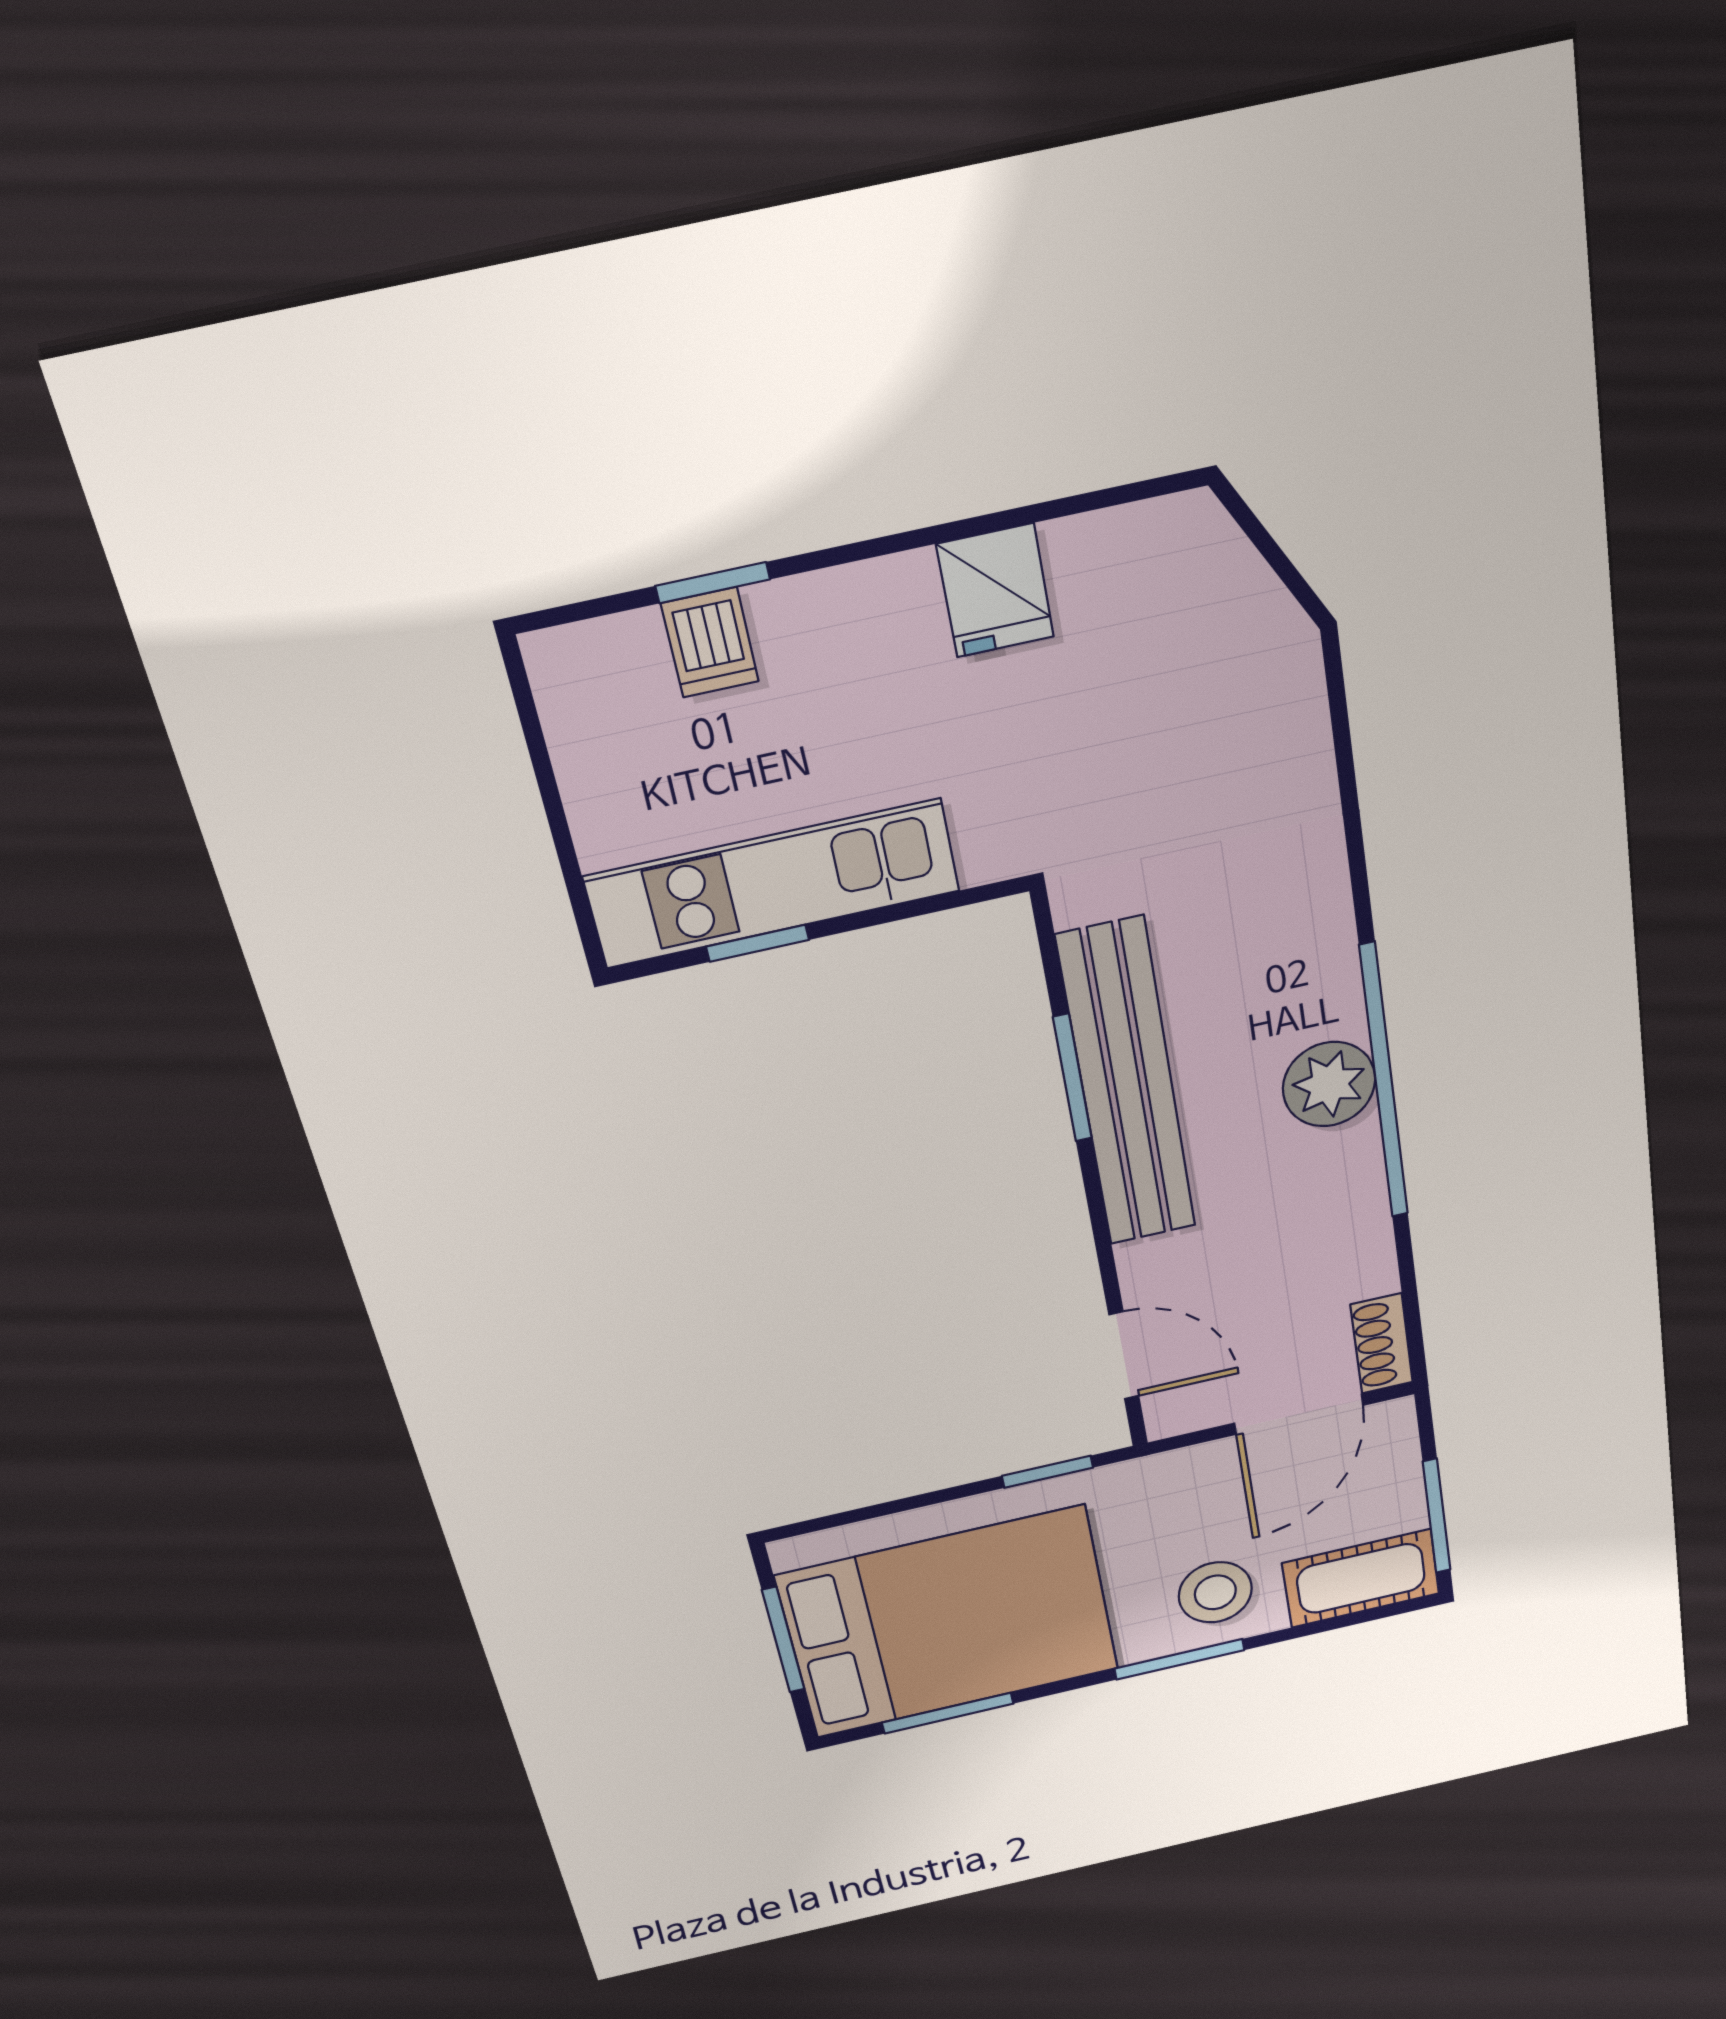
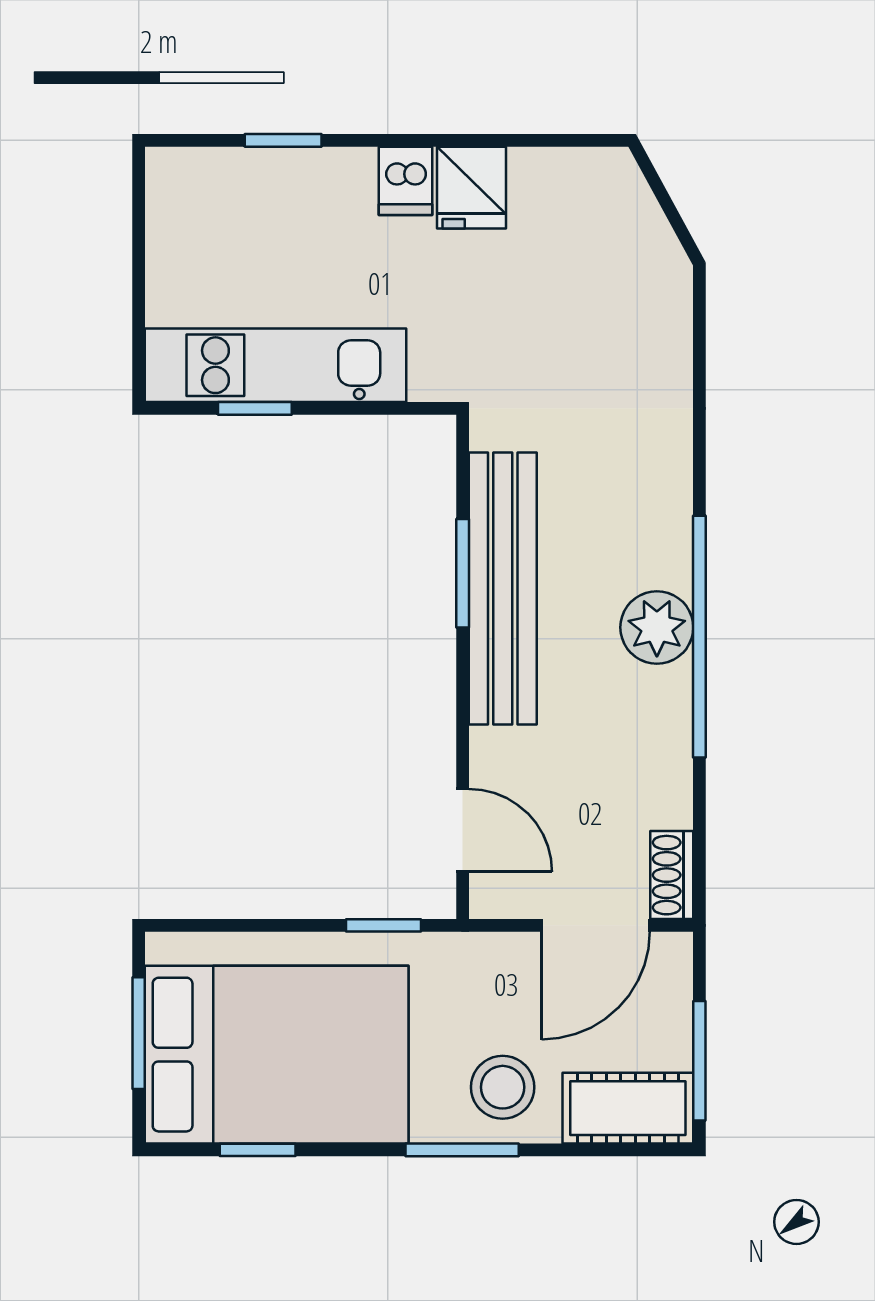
dishwasher: (710, 642) -> (405, 181), moved
window: (948, 1713) -> (258, 1150), width x0.67

